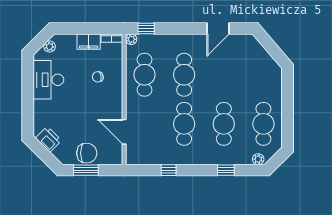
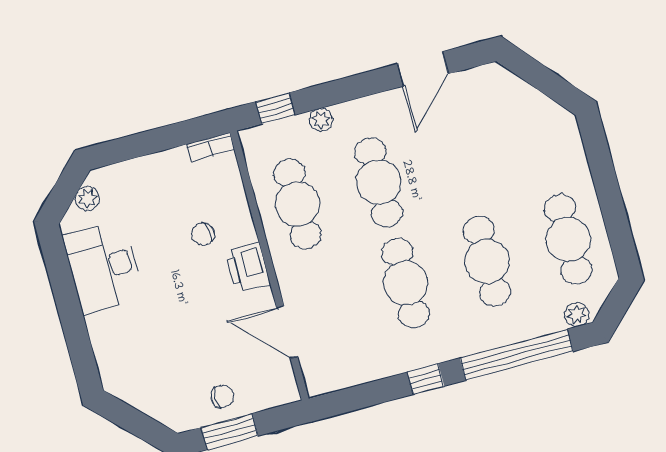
plant: (131, 39) -> (321, 120), moved
filing cabinet: (89, 42) -> (165, 167), removed
printer: (49, 139) -> (248, 267), moved, turned -135
chair: (87, 153) -> (222, 396), width x0.54, depth x0.54
window: (169, 170) -> (426, 379), moved
window: (226, 170) -> (516, 355), width x3.17

